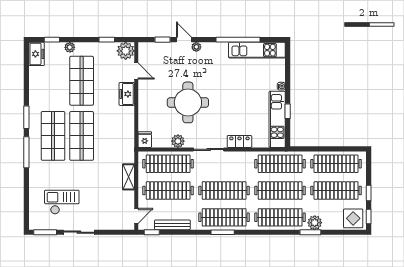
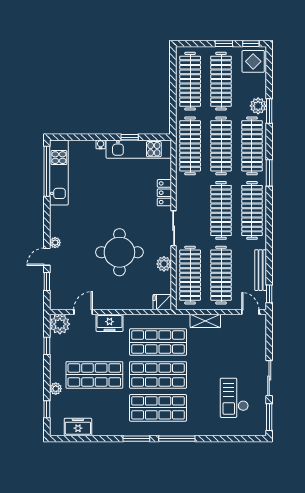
window: (238, 40) -> (47, 171), moved
freezer: (37, 54) -> (78, 427), moved
shop shelf: (110, 136) -> (158, 342), added
window: (223, 232) -> (269, 173), moved

